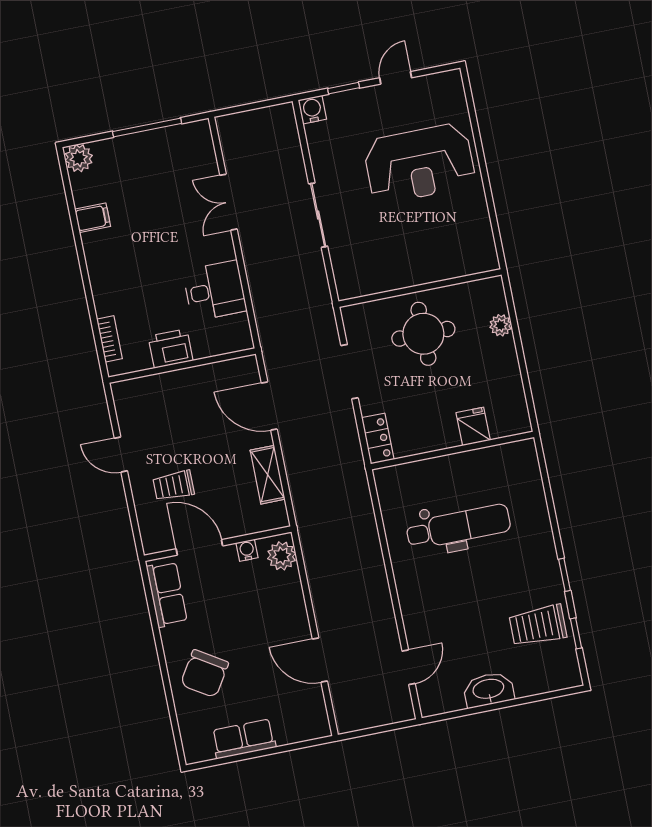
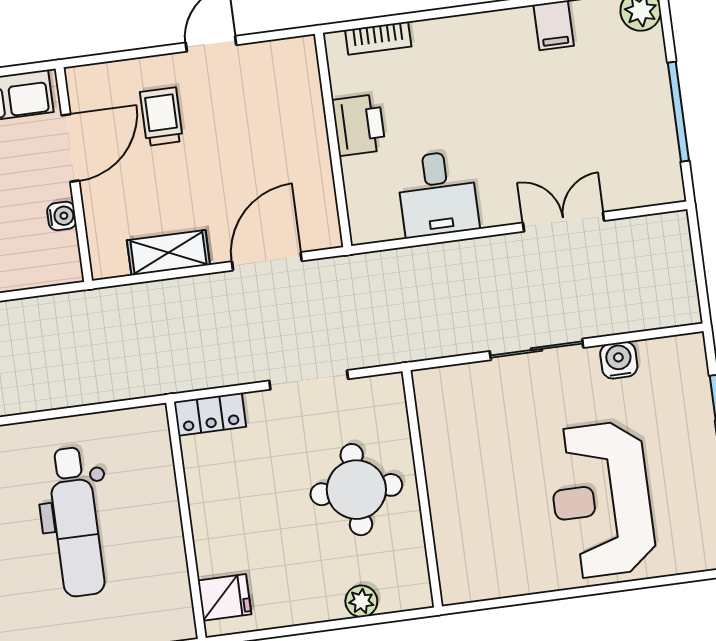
water cooler: (312, 110) -> (619, 360), moved, turned -90
fridge: (473, 426) -> (225, 597), moved
plant: (282, 556) -> (50, 265), removed

